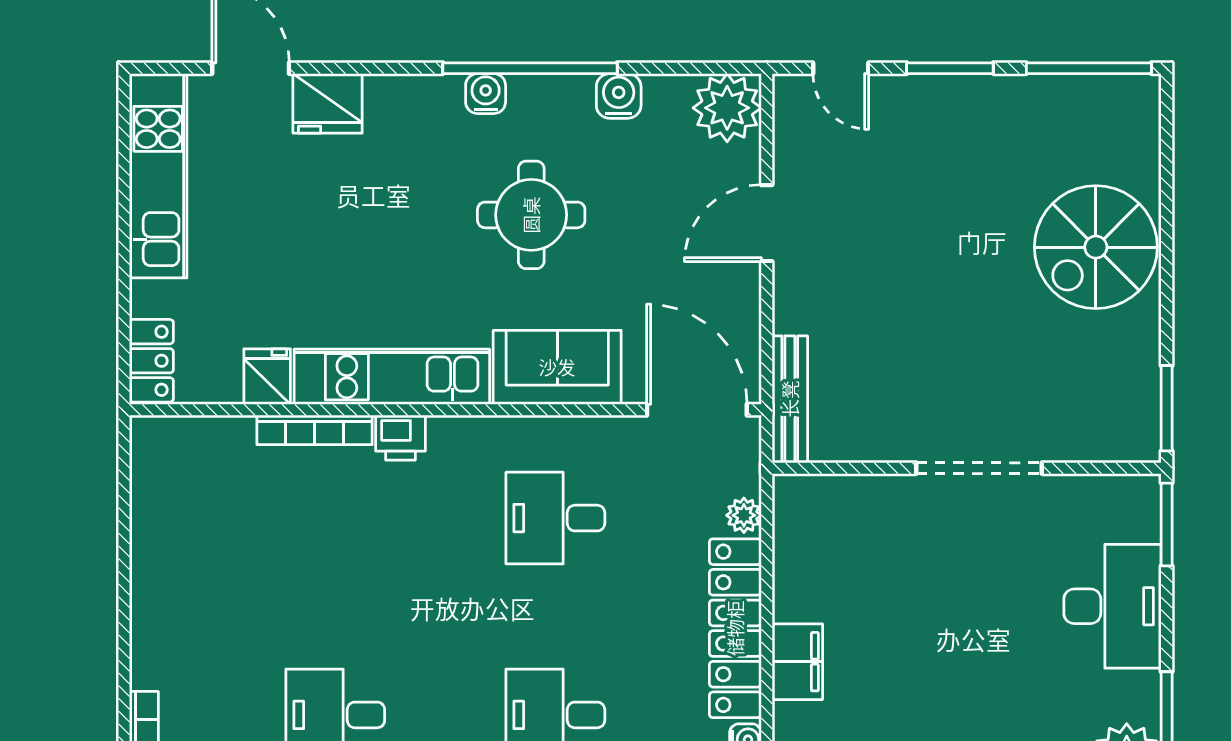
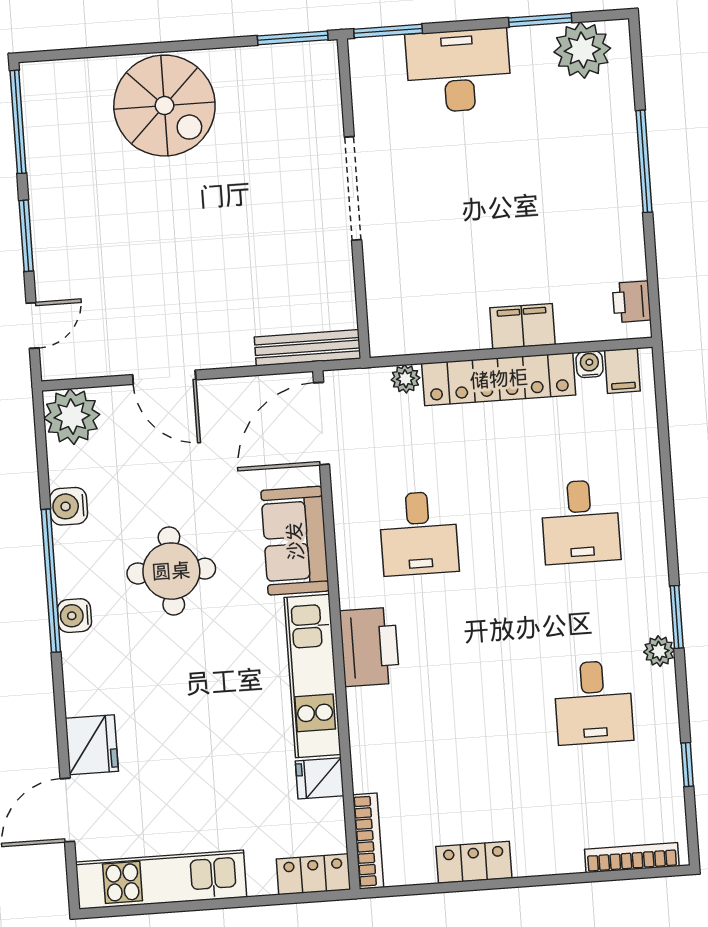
bookcase: (315, 430) -> (368, 841), moved
printer: (400, 438) -> (370, 647), width x1.87, depth x1.48
locker: (152, 556) -> (474, 862), added

